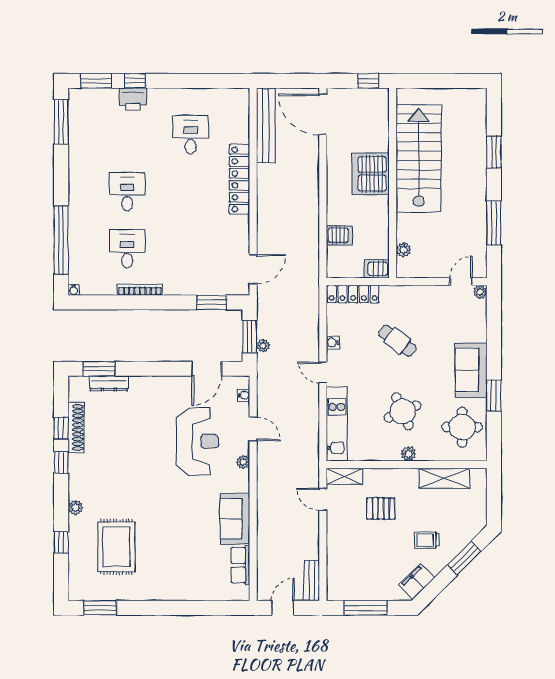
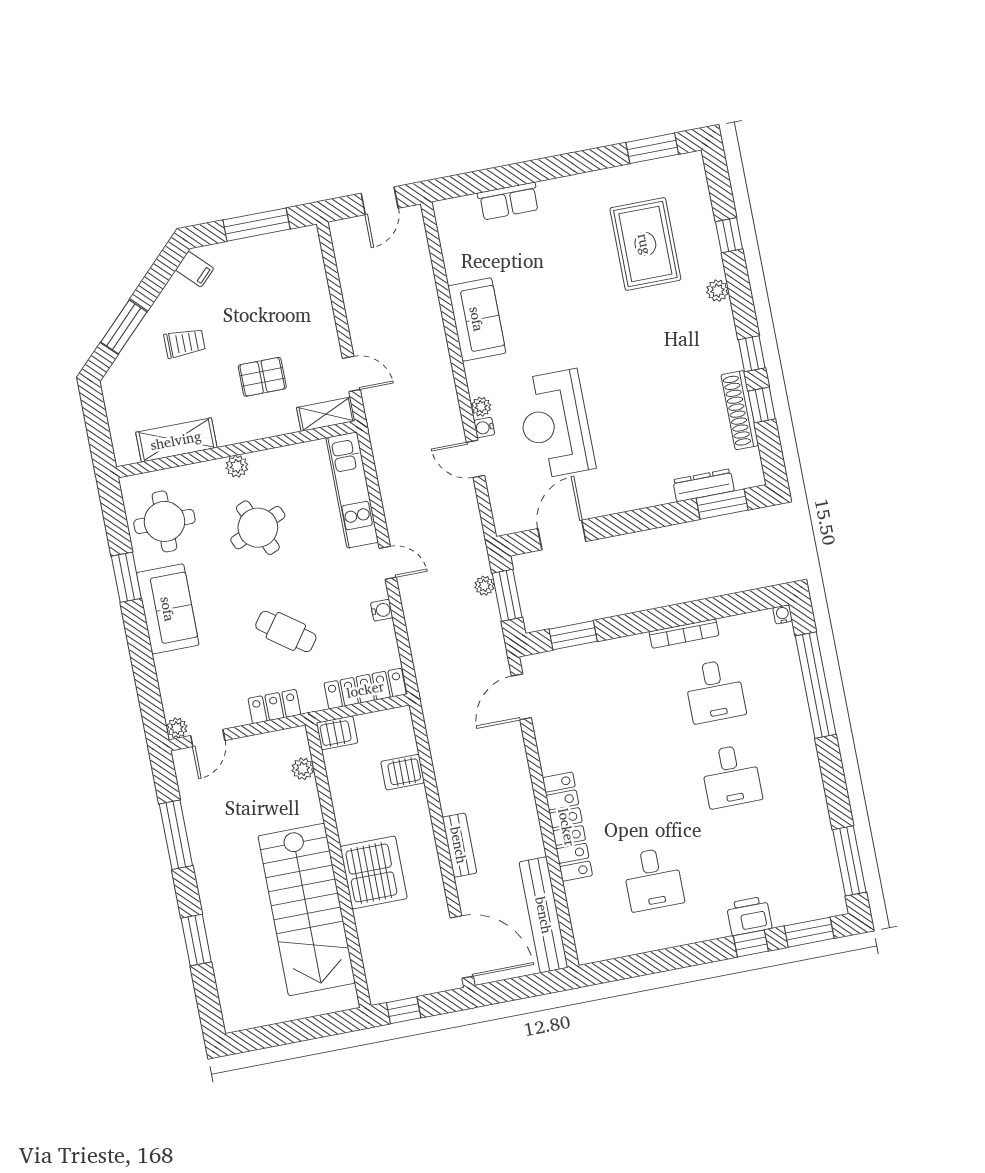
locker: (414, 294) -> (274, 707), added
water cooler: (244, 395) -> (484, 428), moved
row of seats: (240, 565) -> (509, 201), moved, turned 90
bench: (312, 580) -> (459, 845), moved
filing cabinet: (417, 581) -> (195, 269), width x0.50

